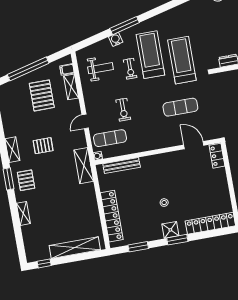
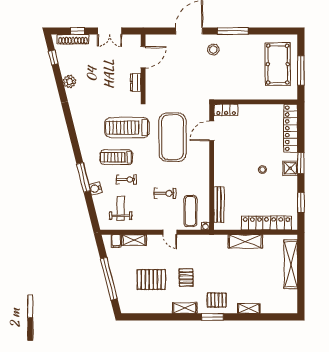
treadmill: (150, 55) -> (116, 157), width x0.73, depth x0.73
pallet: (42, 95) -> (151, 280), moved
exercise mat: (180, 107) -> (172, 137), width x2.00, depth x1.45
shelving: (84, 166) -> (245, 241), moved
window: (44, 263) -> (301, 297), removed

